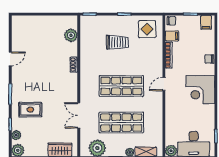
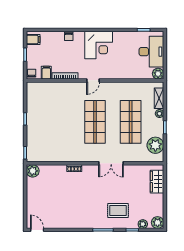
display table: (147, 29) -> (40, 97), removed
plant: (71, 35) -> (33, 171), moved
trolley: (117, 42) -> (52, 126), removed
door: (10, 59) -> (37, 230), moved
door: (164, 84) -> (93, 80), hinge flipped
rug: (30, 110) -> (118, 210), turned 90
double door: (79, 115) -> (111, 163), moved

